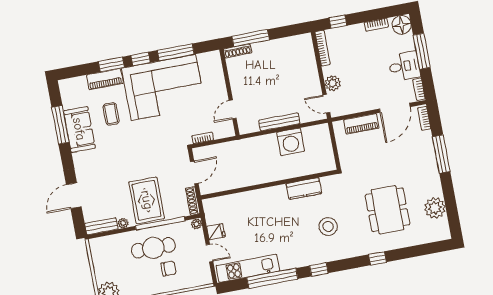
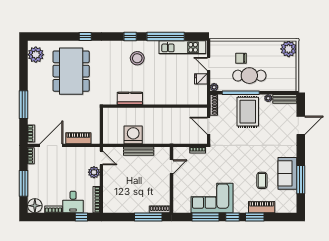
desk: (404, 66) -> (73, 202), moved, turned -90
corner sofa: (163, 87) -> (212, 198), width x0.73, depth x0.74
door: (194, 172) -> (209, 126), hinge flipped
plant: (435, 208) -> (36, 55), moved
dining table: (387, 210) -> (71, 71), width x1.36, depth x1.24
stool: (328, 227) -> (137, 58), moved

